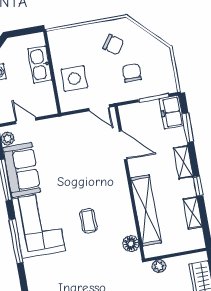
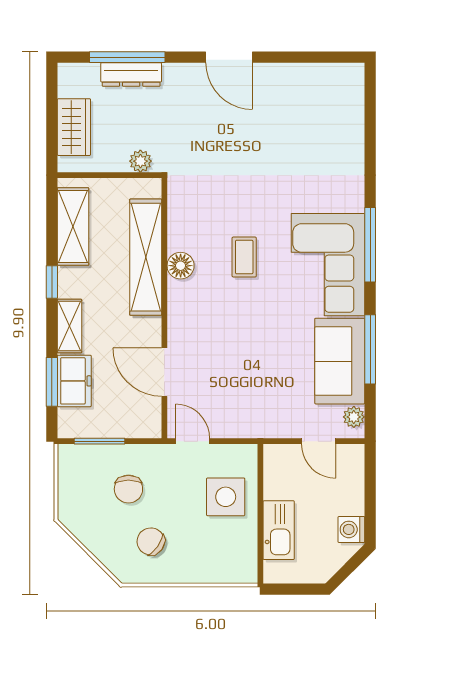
freezer: (172, 112) -> (74, 381), moved
shelving: (193, 213) -> (73, 227), width x1.50, depth x1.33
floor lamp: (131, 244) -> (181, 266), moved

